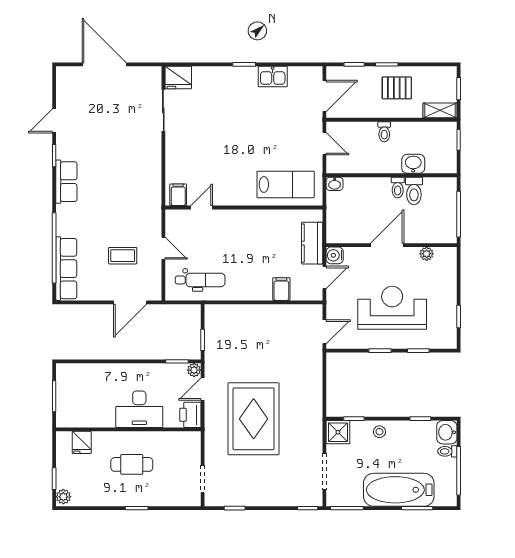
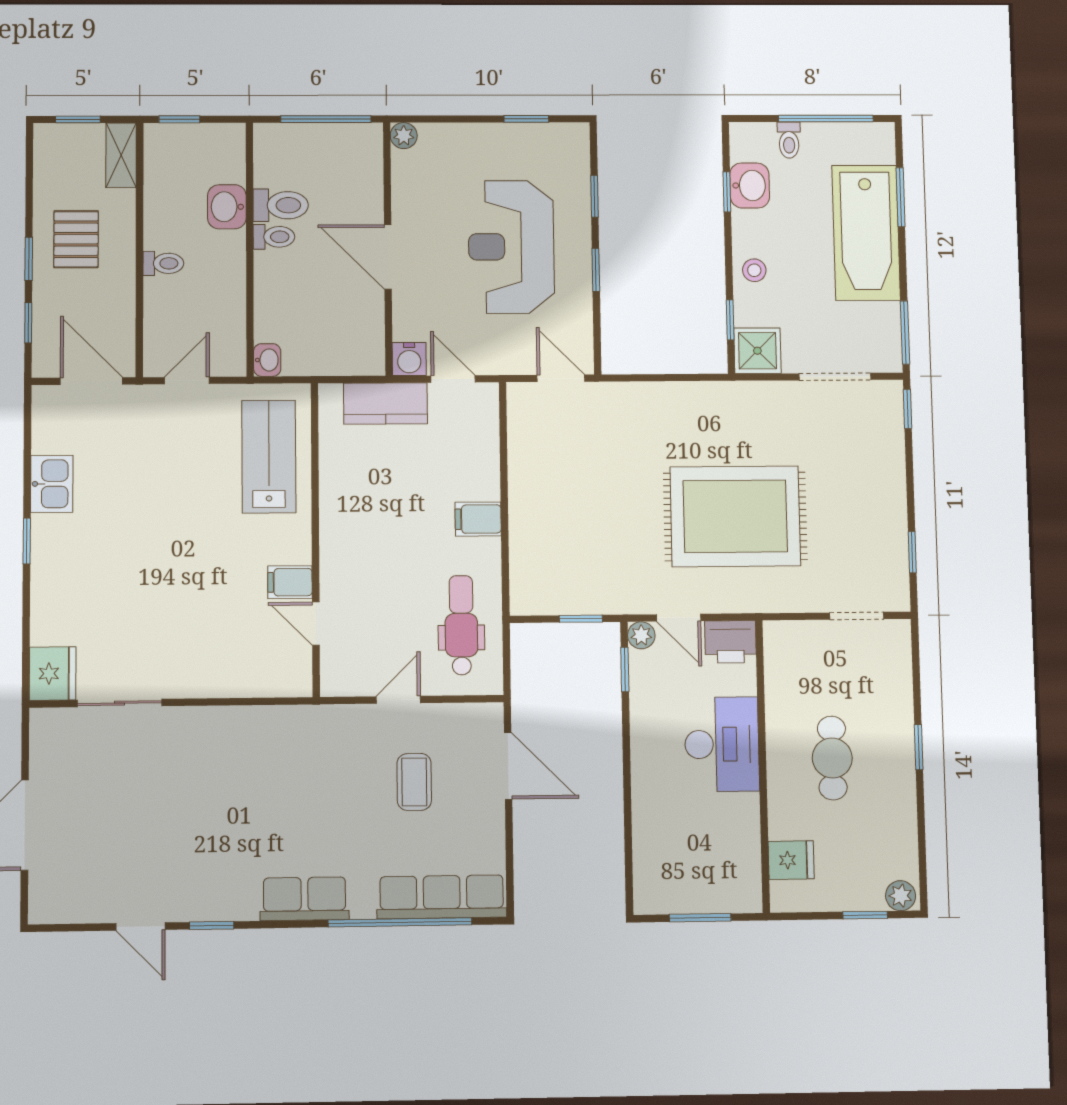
row of seats: (66, 182) -> (305, 899), moved
filing cabinet: (178, 195) -> (290, 582), moved
plant: (427, 254) -> (404, 136), moved
filing cabinet: (281, 289) -> (478, 519), moved
washbasin: (447, 432) -> (750, 185), moved, turned -90

